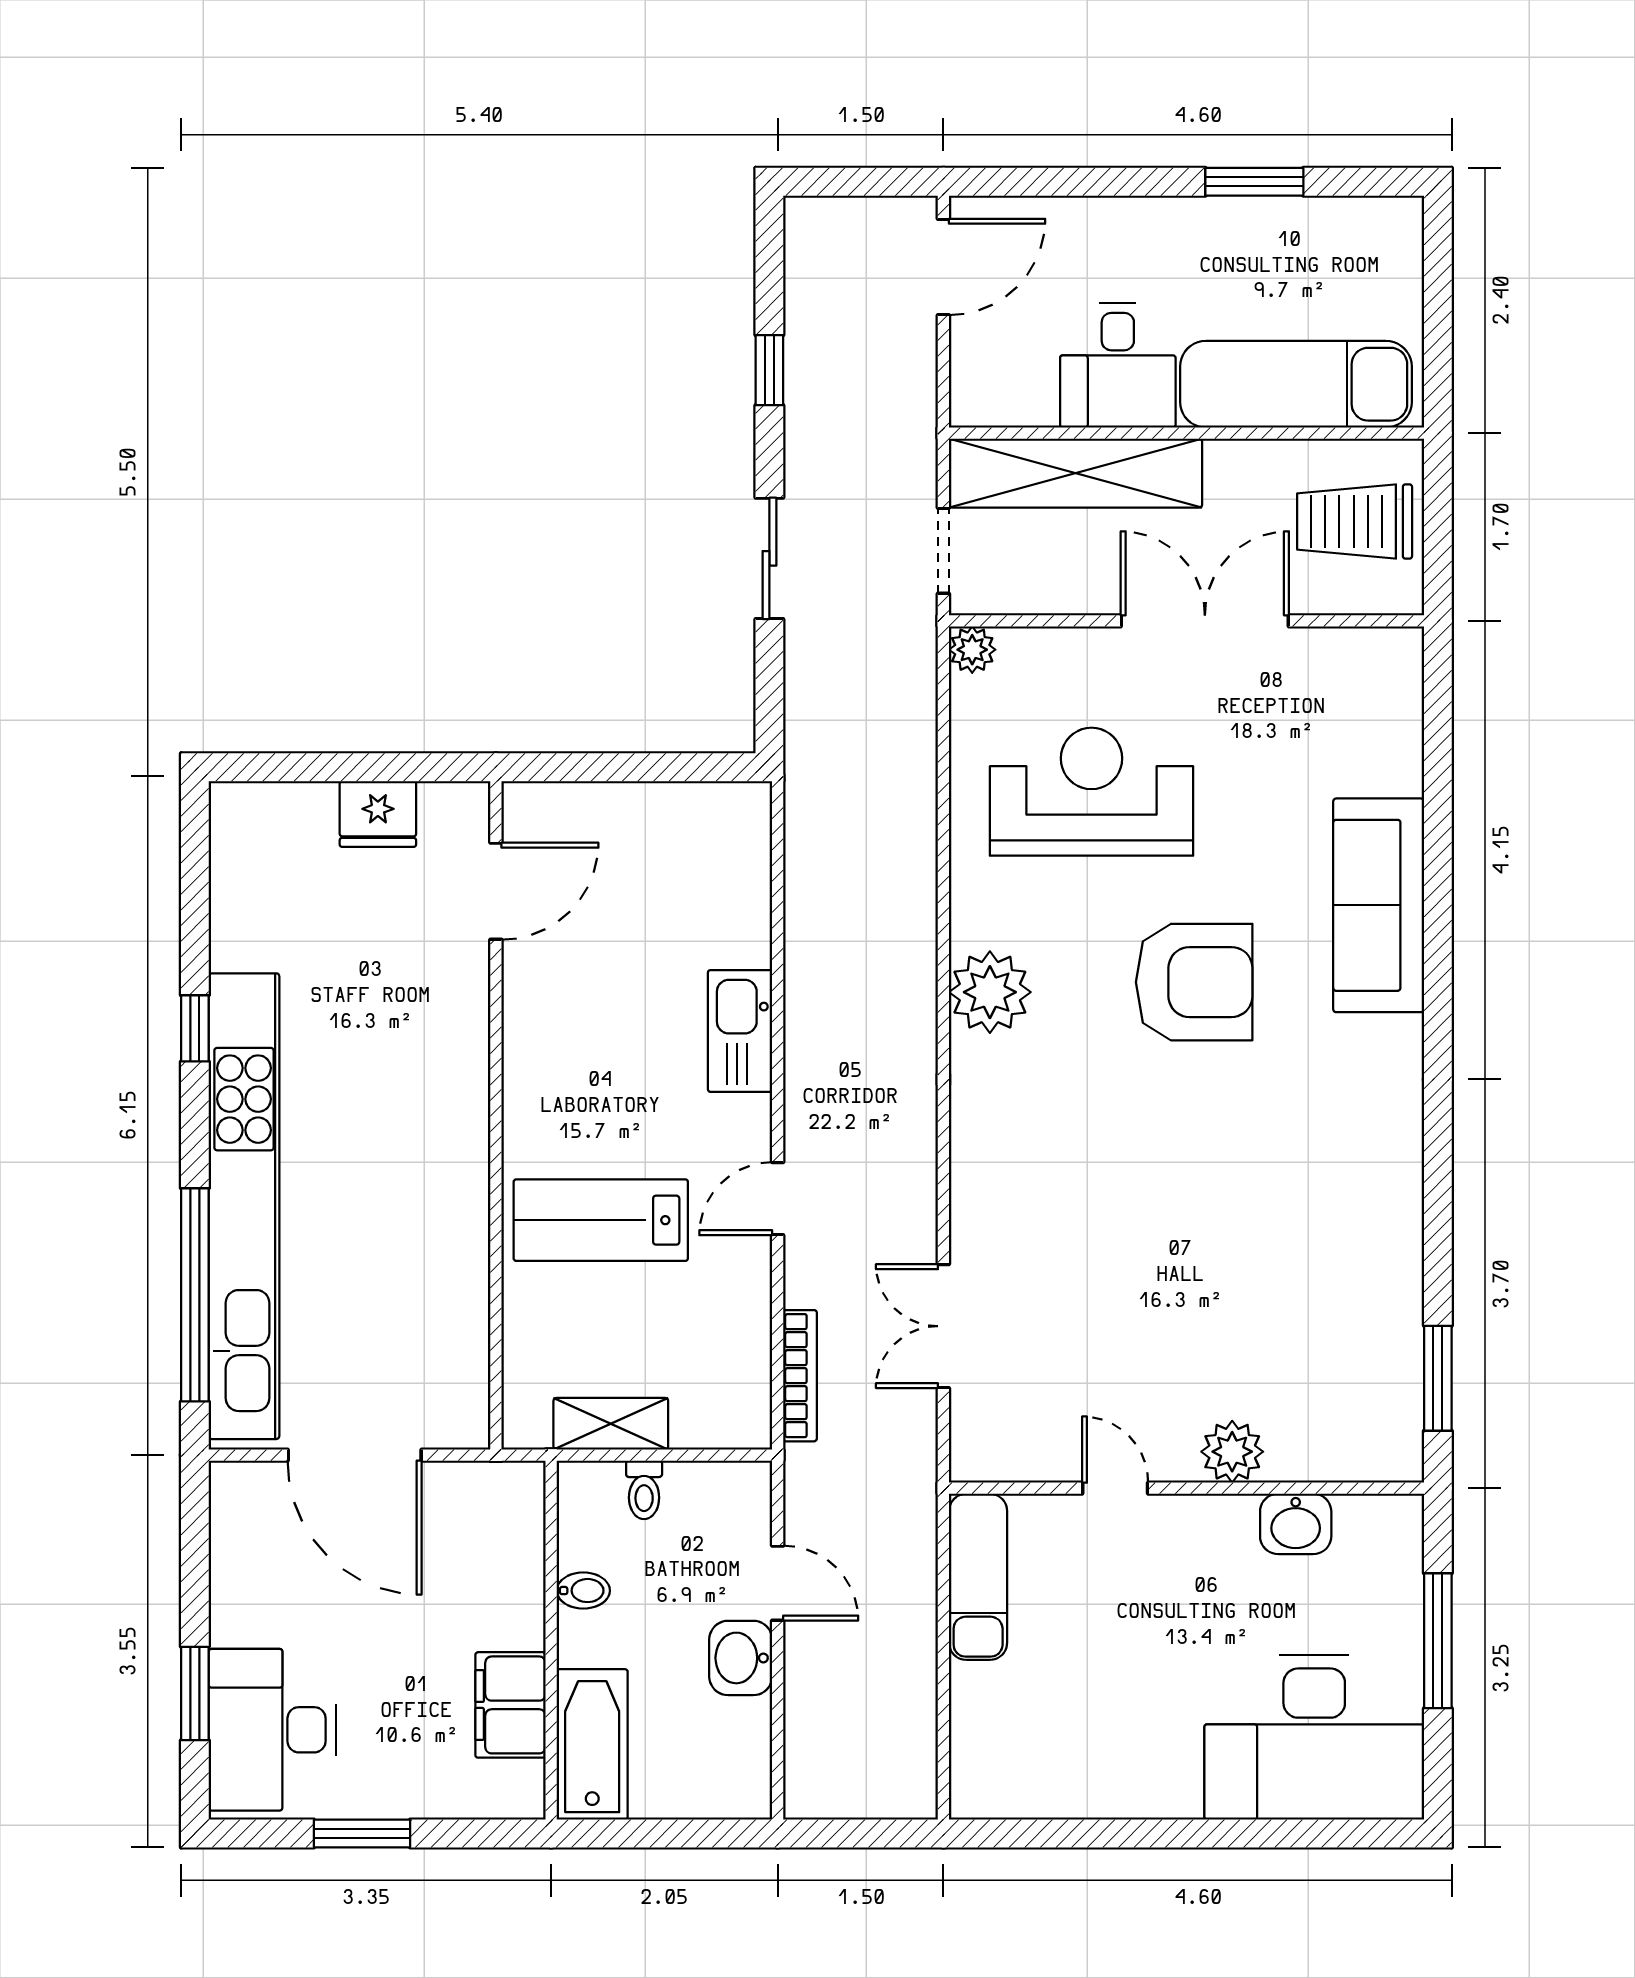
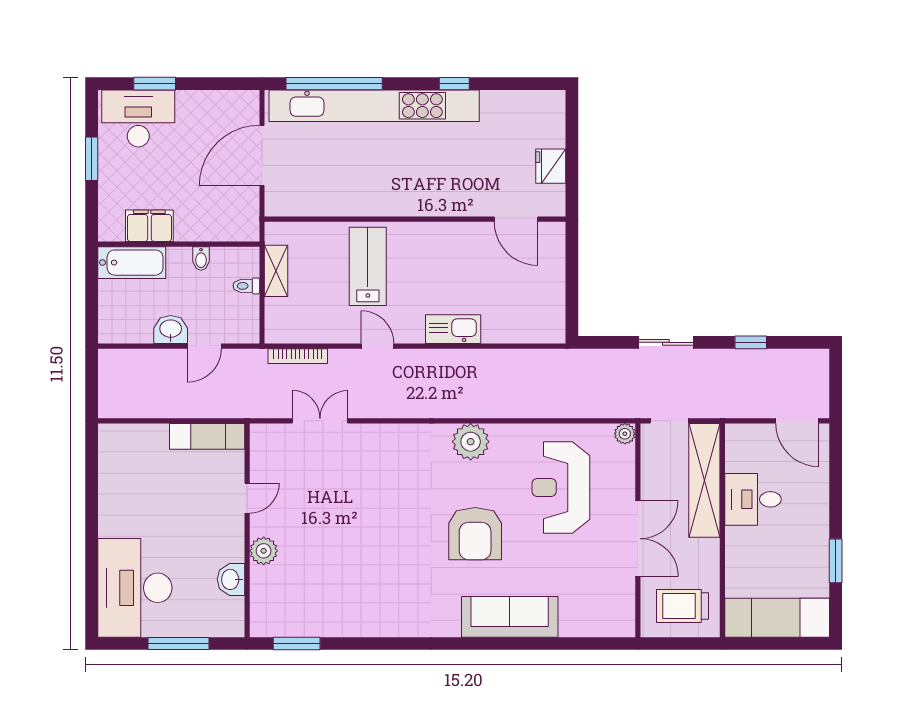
exam couch: (1296, 384) -> (777, 618), moved, turned -90
trolley: (1355, 521) -> (683, 606), turned -90
reception desk: (1091, 792) -> (561, 487), turned 180

